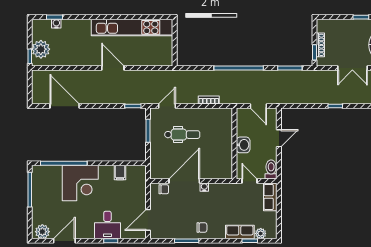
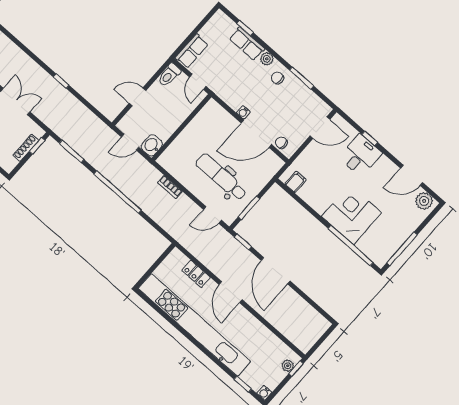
water cooler: (56, 24) -> (264, 393), moved
kitchen unit: (132, 27) -> (194, 325), width x1.36
plant: (41, 49) -> (288, 366), width x0.53, depth x0.53
locker: (145, 60) -> (196, 274), added
door: (65, 106) -> (276, 271), moved
door: (258, 106) -> (130, 142), swing flipped
dental chair: (182, 135) -> (221, 177), width x1.36, depth x1.38
washbasin: (243, 145) -> (152, 145), moved
filing cabinet: (120, 173) -> (296, 182), moved
plant: (261, 233) -> (267, 59), moved

